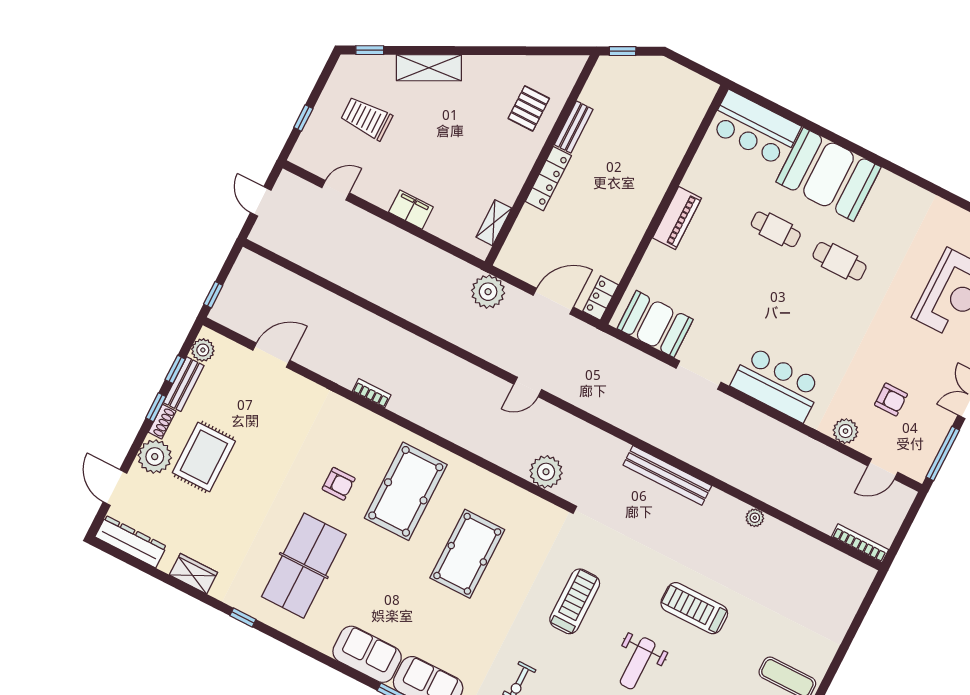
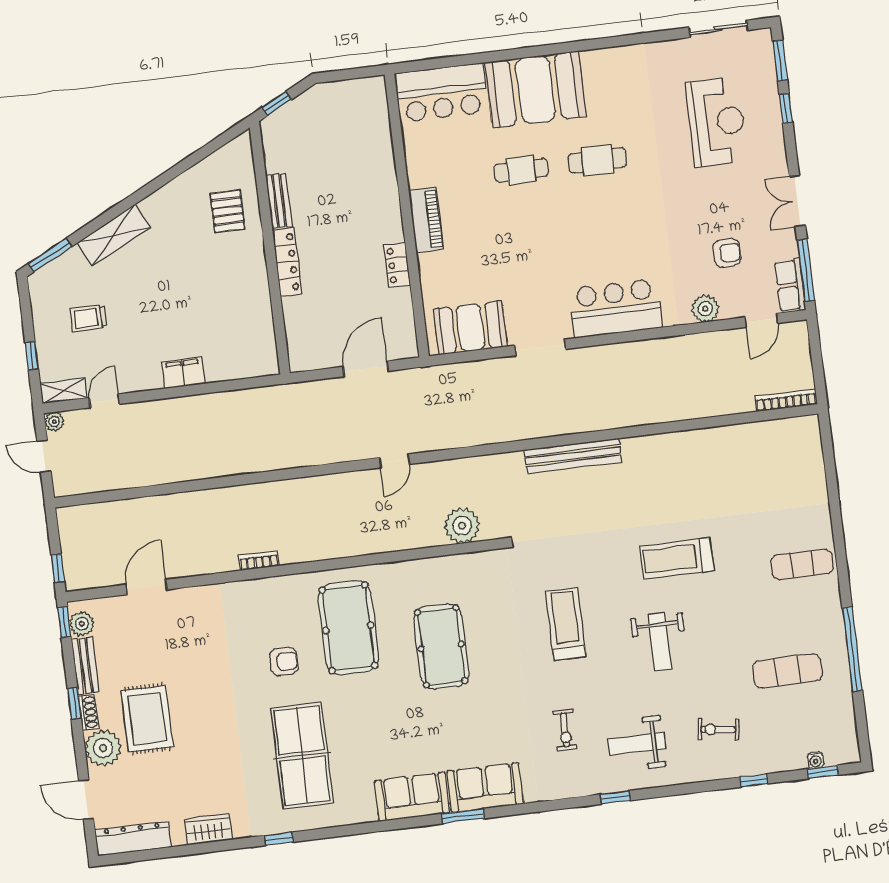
window: (370, 50) -> (50, 255), width x1.50
trolley: (367, 118) -> (88, 318), width x0.73, depth x0.72
shelving: (494, 223) -> (64, 391), moved, turned 90
plant: (488, 292) -> (54, 422), moved, width x0.53, depth x0.53
locker: (601, 298) -> (397, 265), moved
window: (175, 369) -> (64, 622), moved
row of seats: (923, 457) -> (790, 285), added
plant: (755, 518) -> (676, 441), removed

